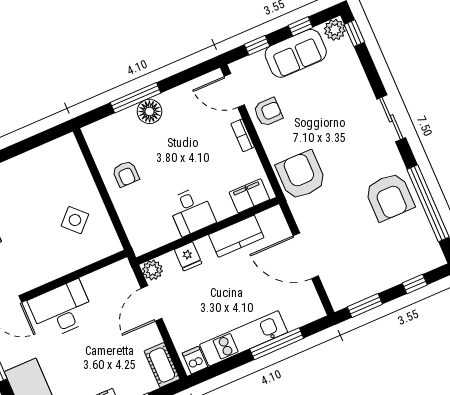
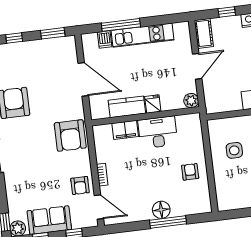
armchair: (268, 112) -> (80, 185), turned -90
filing cabinet: (249, 196) -> (125, 130), moved
desk: (191, 211) -> (158, 132), width x1.37
side table: (75, 220) -> (234, 150), turned 45
fridge: (188, 256) -> (153, 104), moved
door: (152, 303) -> (197, 66), moved
dishwasher: (195, 360) -> (105, 39), moved

